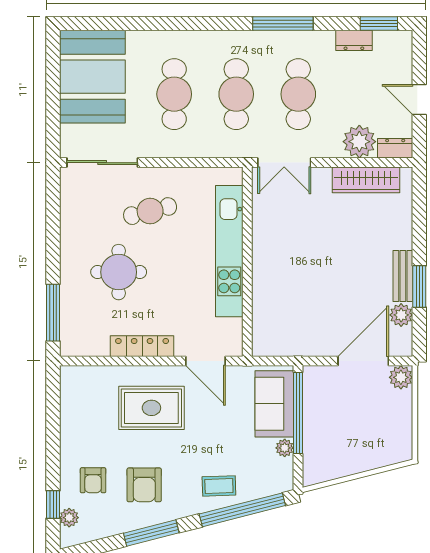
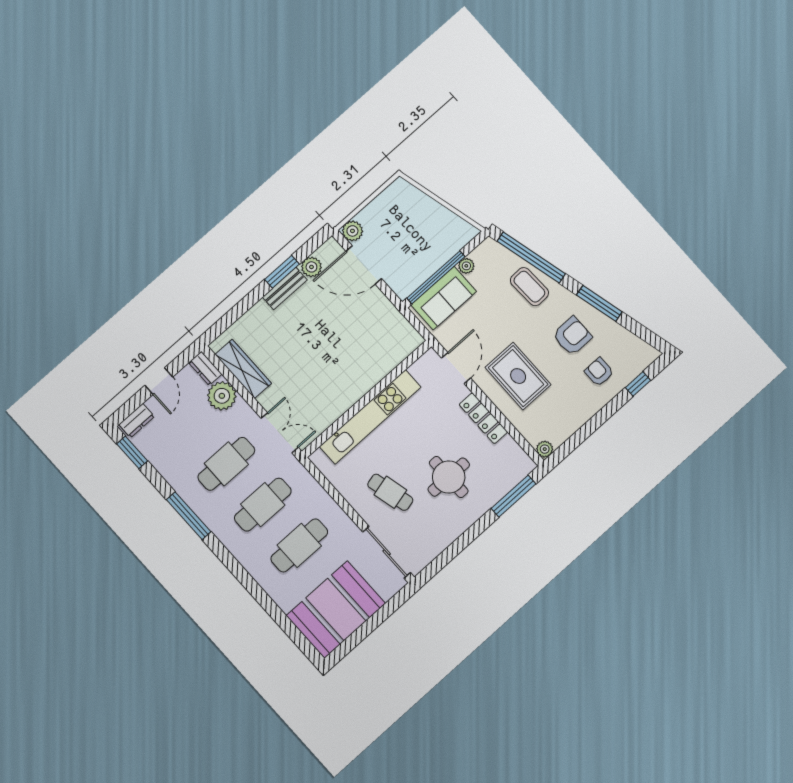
dresser: (354, 40) -> (137, 421), moved, turned 90
armchair: (93, 480) -> (599, 372), turned -90
coffee table: (219, 486) -> (529, 287), width x1.36, depth x1.30
plant: (69, 518) -> (545, 449), moved

